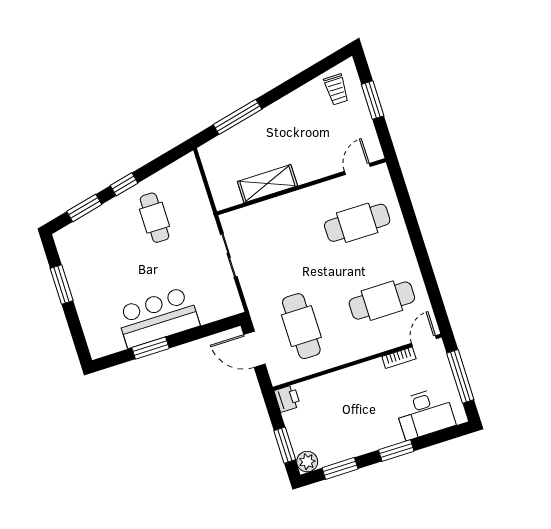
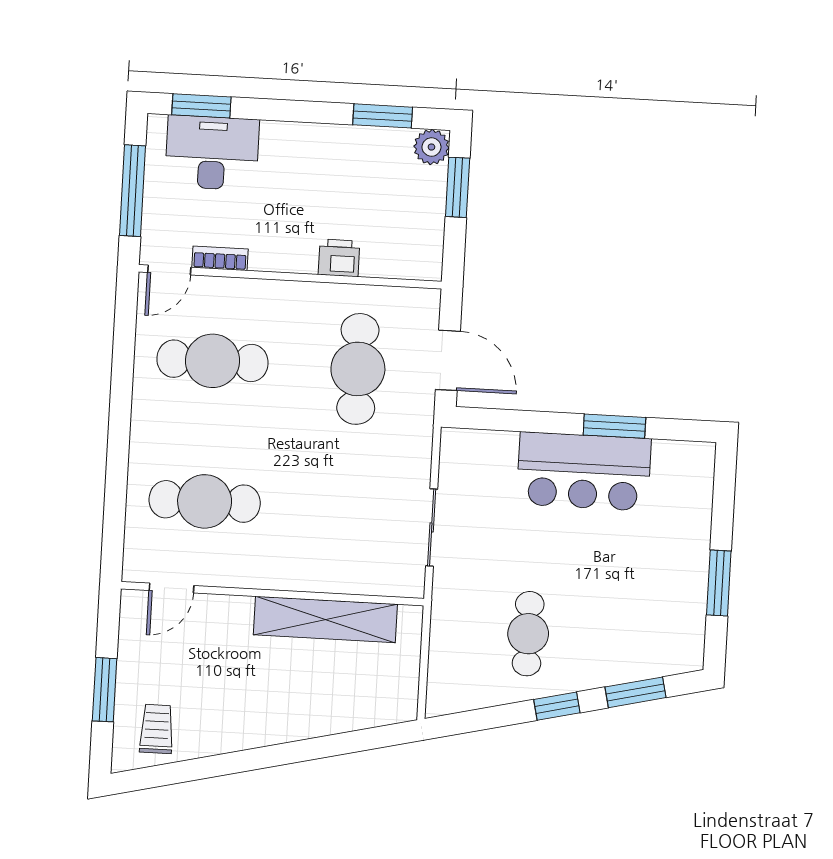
window: (237, 117) -> (333, 745), removed
shelving: (267, 184) -> (325, 619), width x1.47
printer: (287, 399) -> (339, 258), moved, turned 90
window: (396, 451) -> (201, 106), moved

